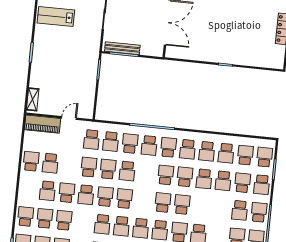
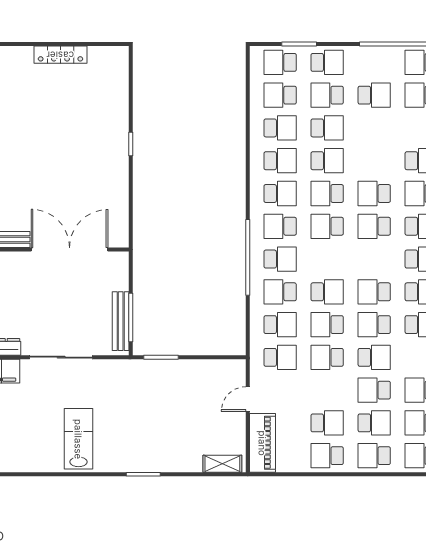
lab bench: (56, 16) -> (78, 439), turned 180
door: (69, 118) -> (248, 399), hinge flipped
school desk: (259, 212) -> (374, 456), moved

